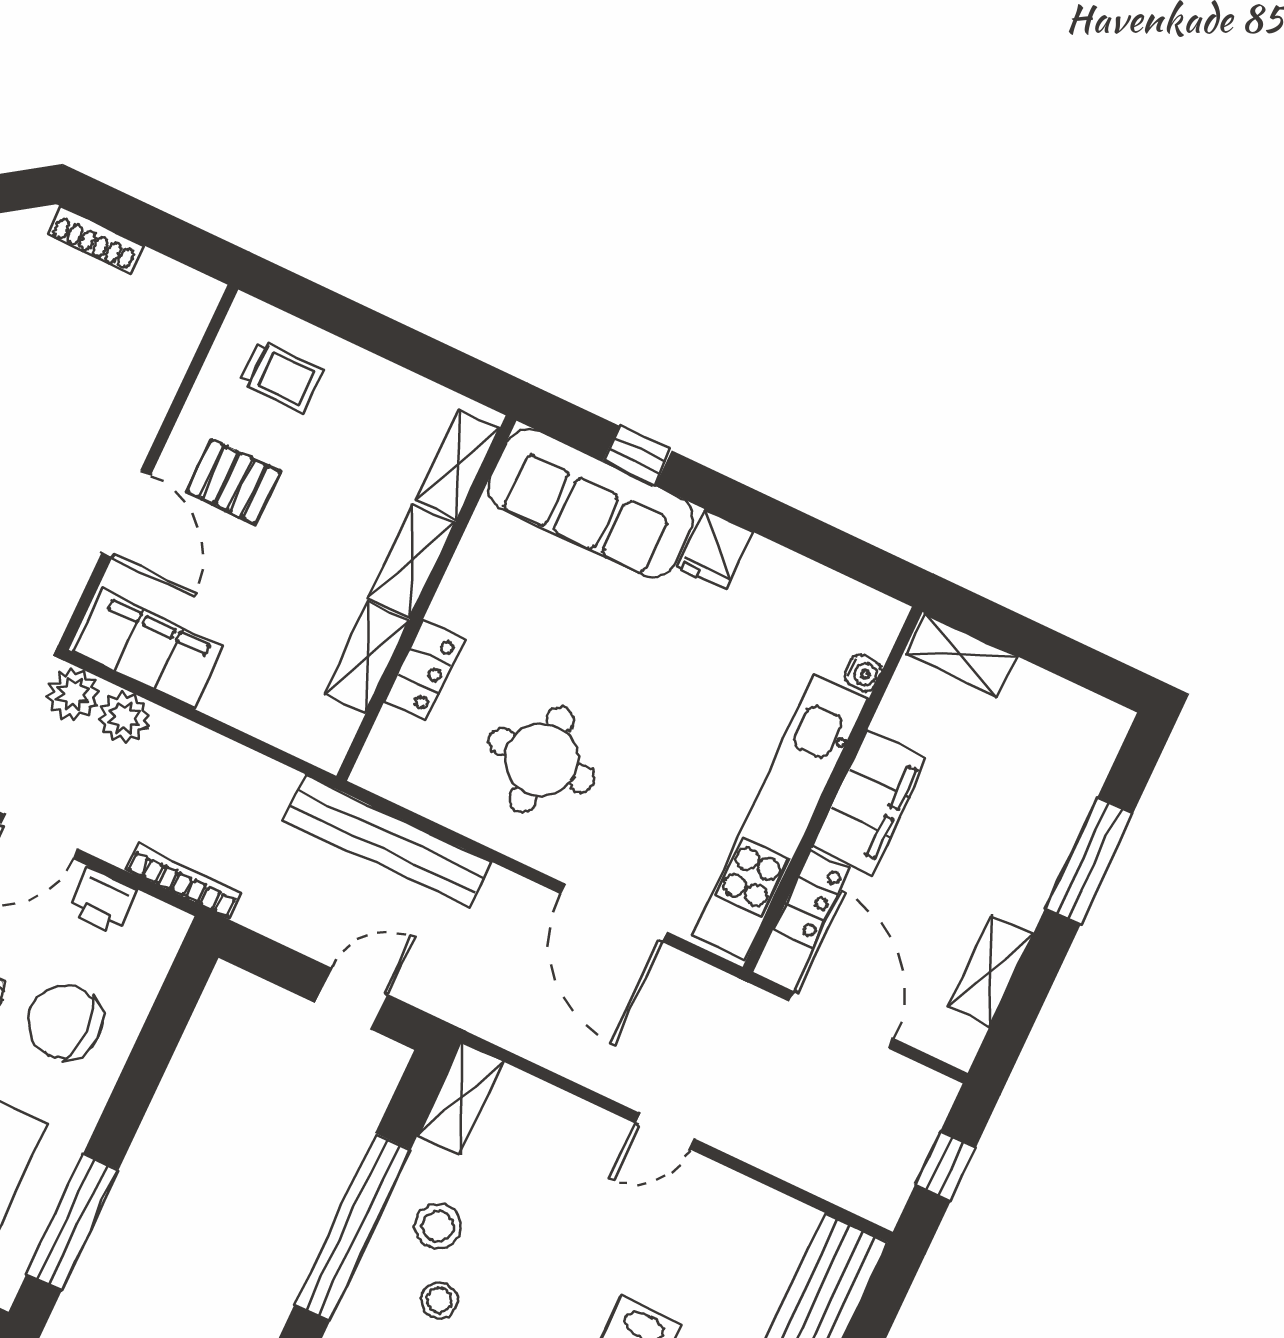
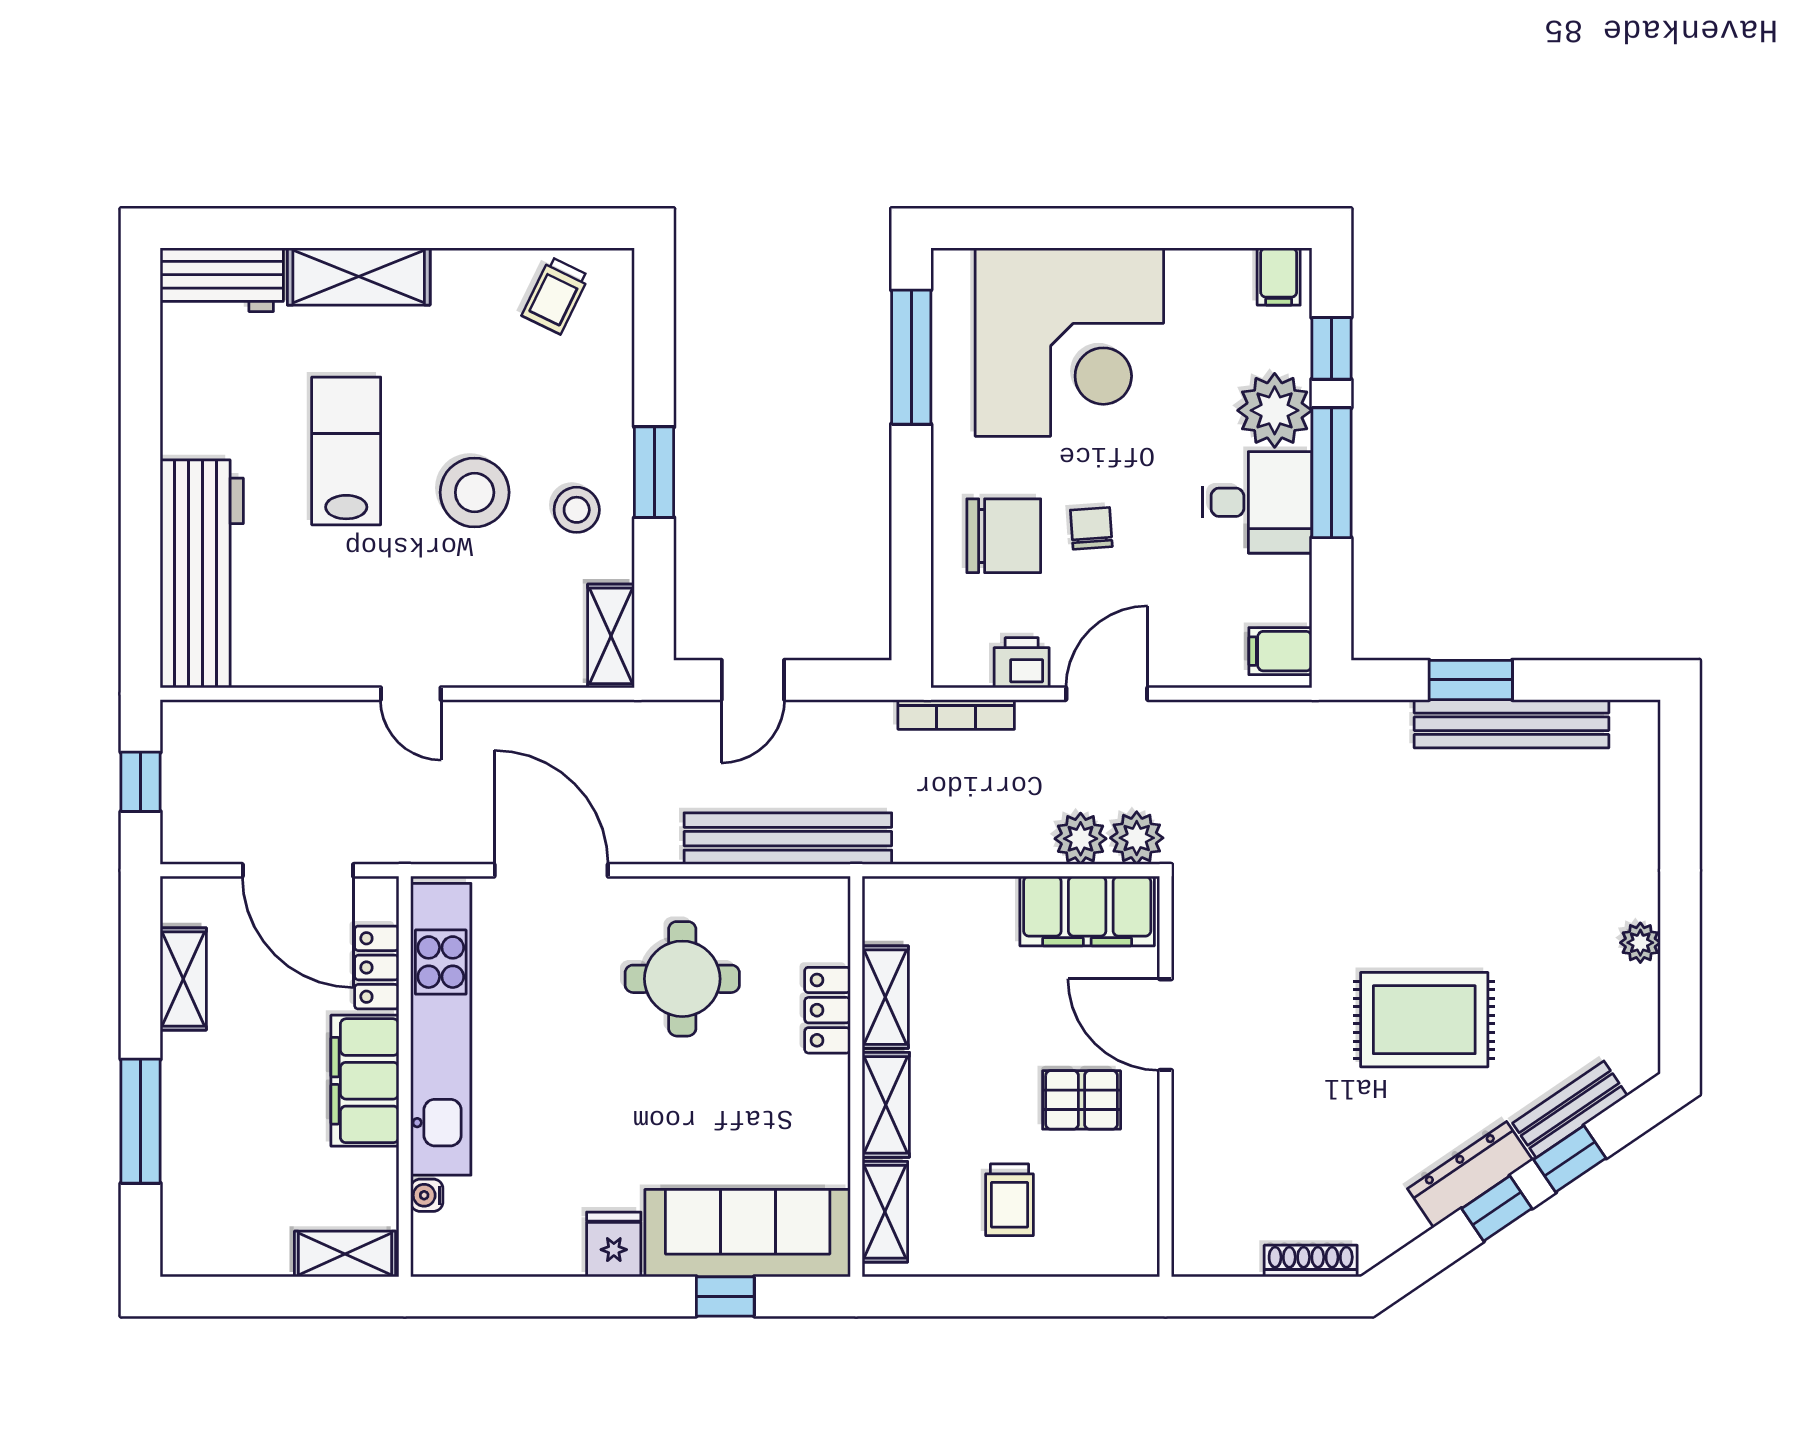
trolley: (282, 377) -> (1010, 1200), moved, turned -90
door: (665, 1131) -> (411, 694), swing flipped
window: (352, 1227) -> (654, 472), width x0.47
stool: (439, 1300) -> (475, 492), moved, width x1.89, depth x1.89

